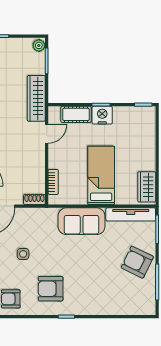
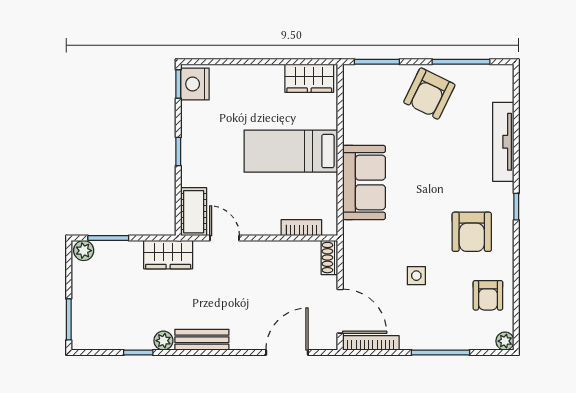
wardrobe: (36, 98) -> (168, 255), width x0.67
cot: (76, 114) -> (194, 212), moved
nightstand: (102, 115) -> (195, 84), moved
tv unit: (131, 214) -> (503, 142), moved, turned 180

